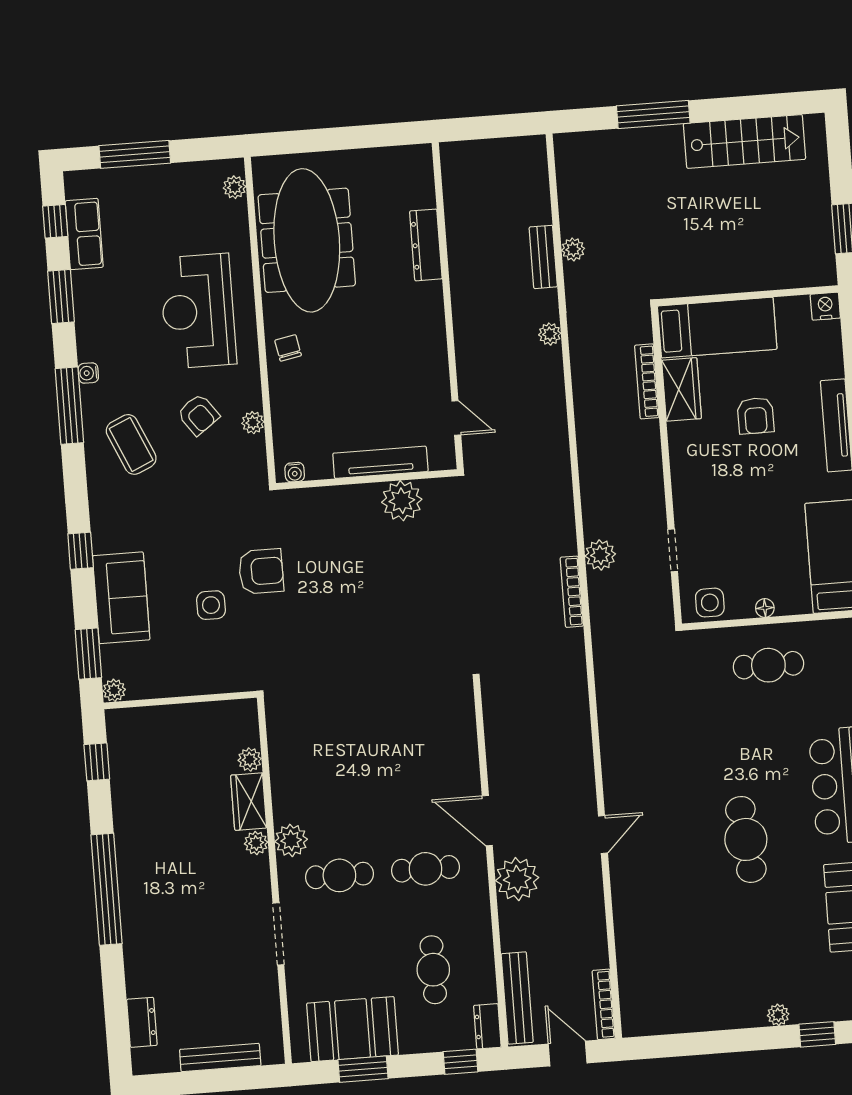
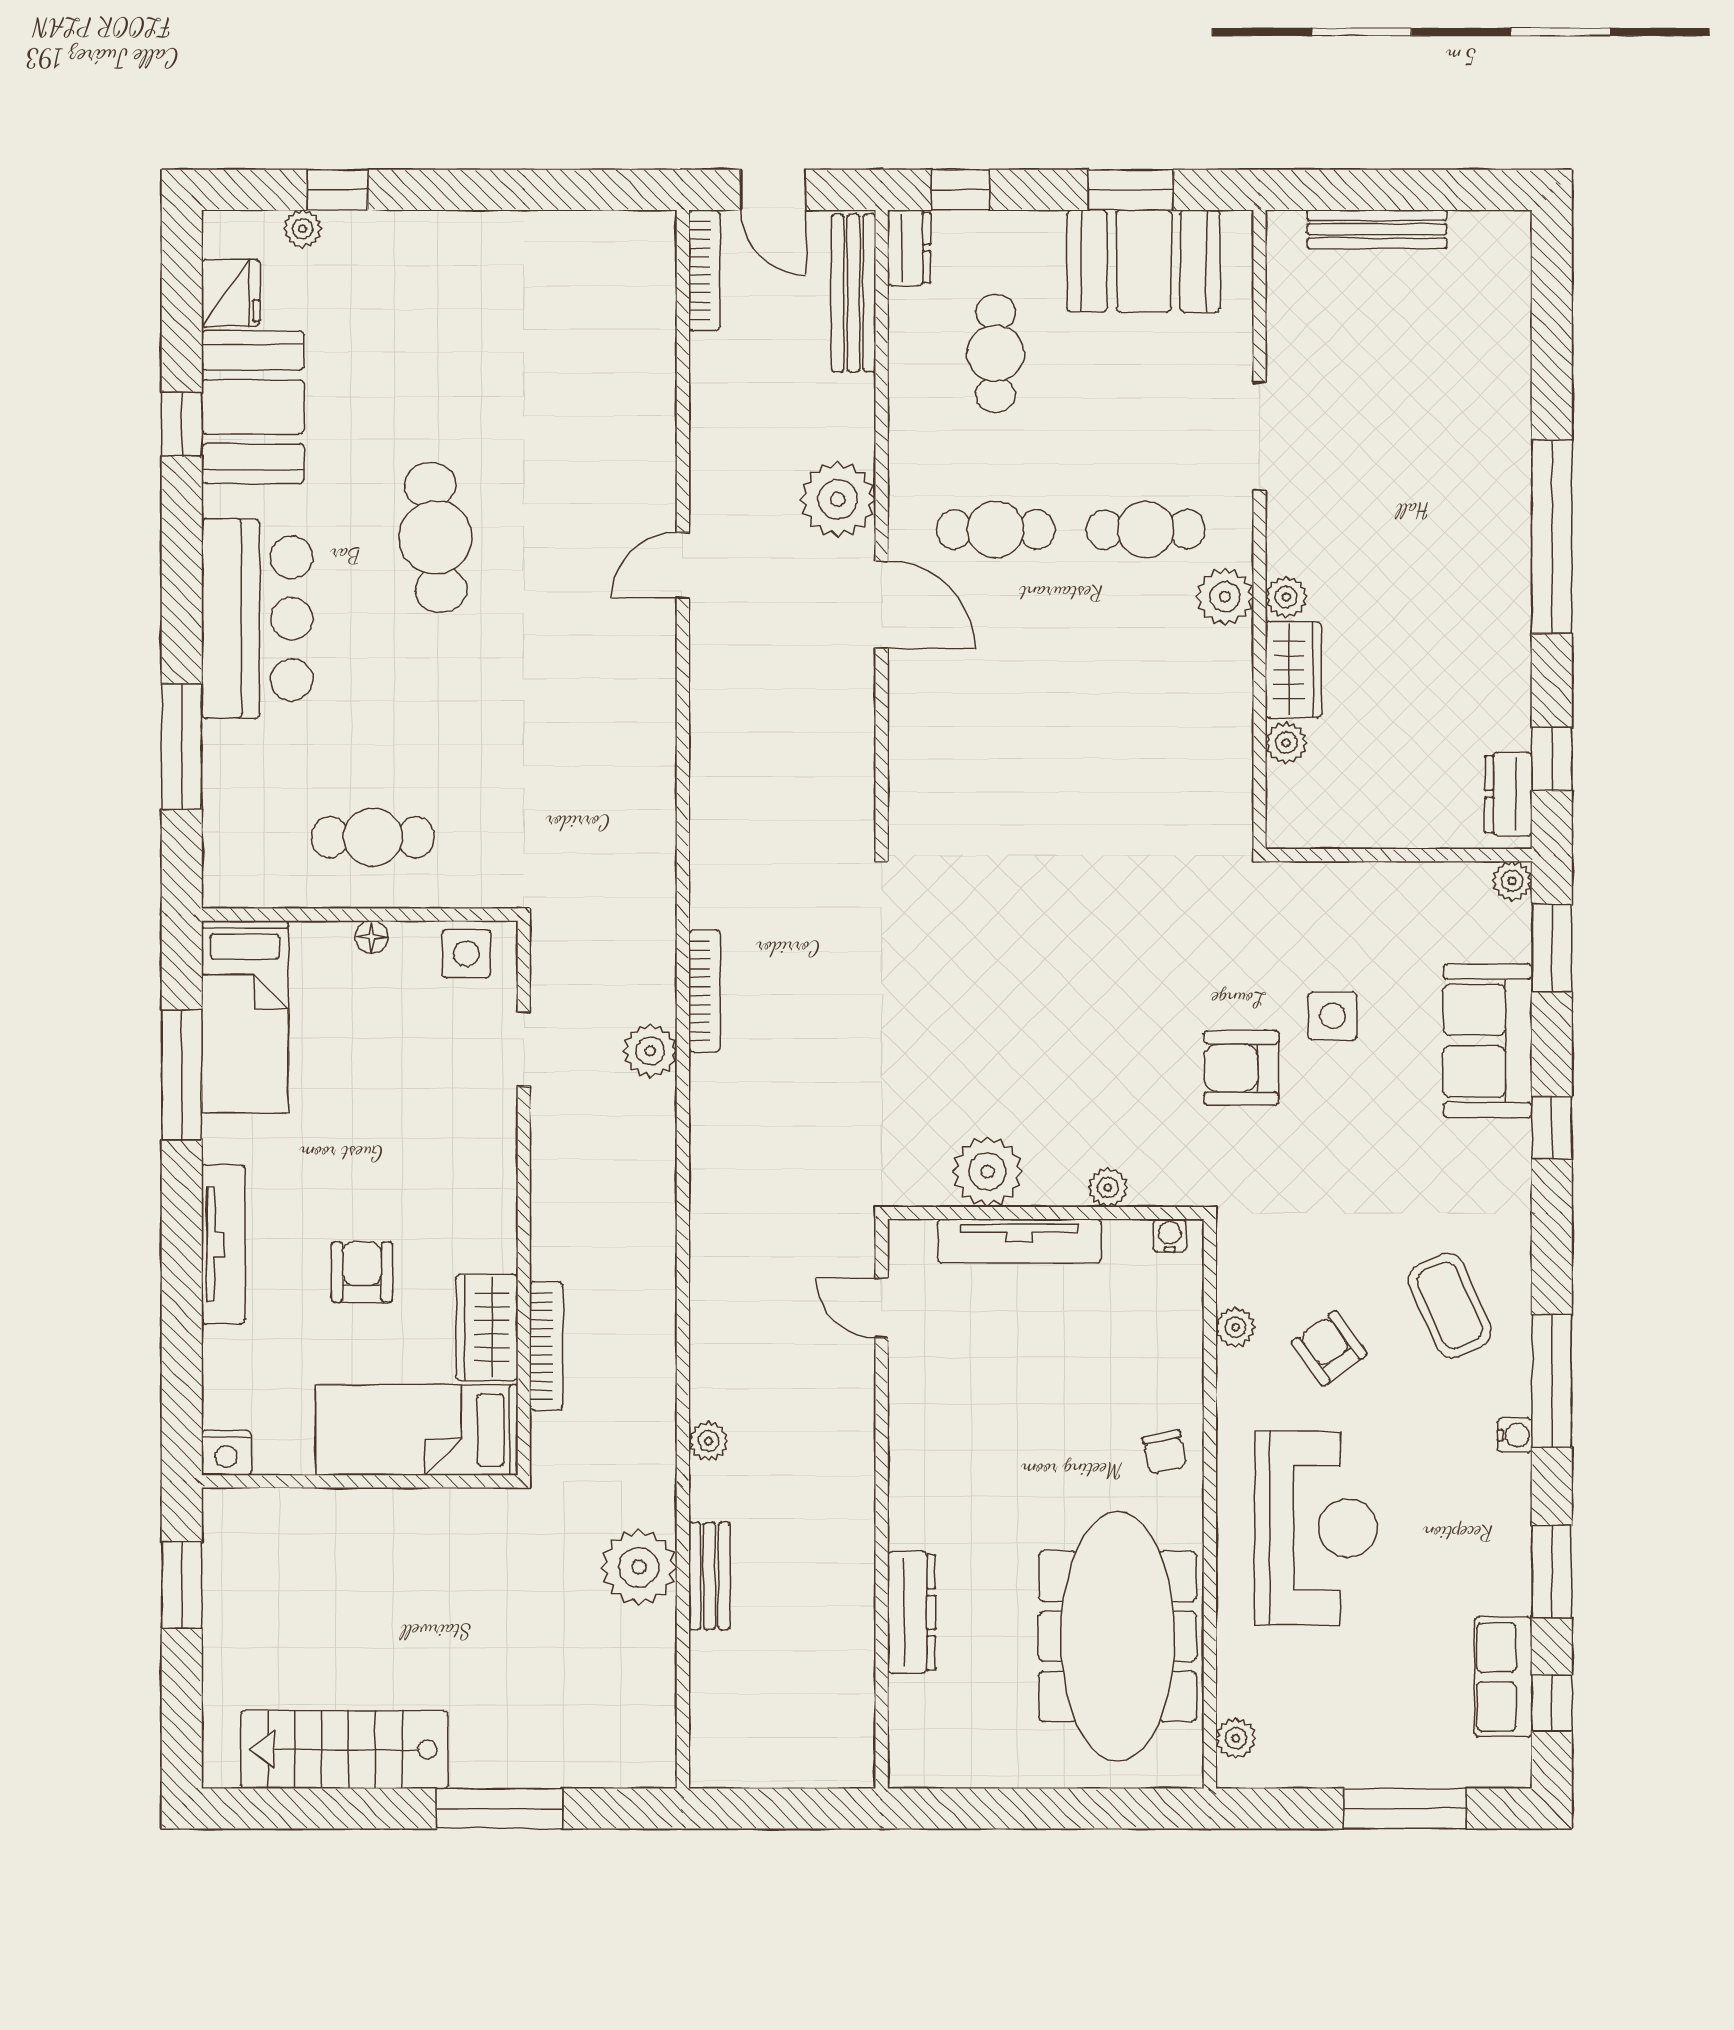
plant: (573, 249) -> (639, 1567), width x1.87, depth x1.87
plant: (332, 497) -> (1108, 1187), added
plant: (778, 1015) -> (303, 229), moved
dresser: (142, 1022) -> (1508, 794), moved

